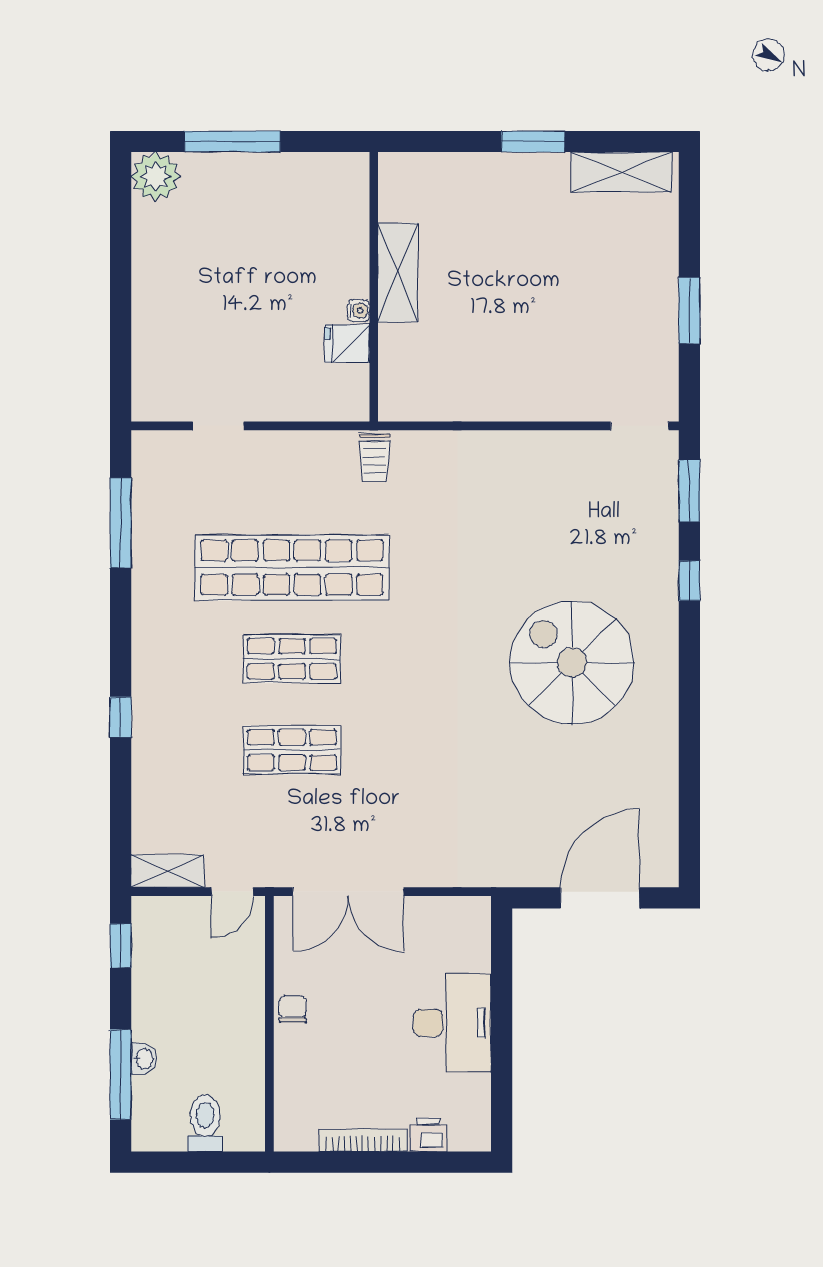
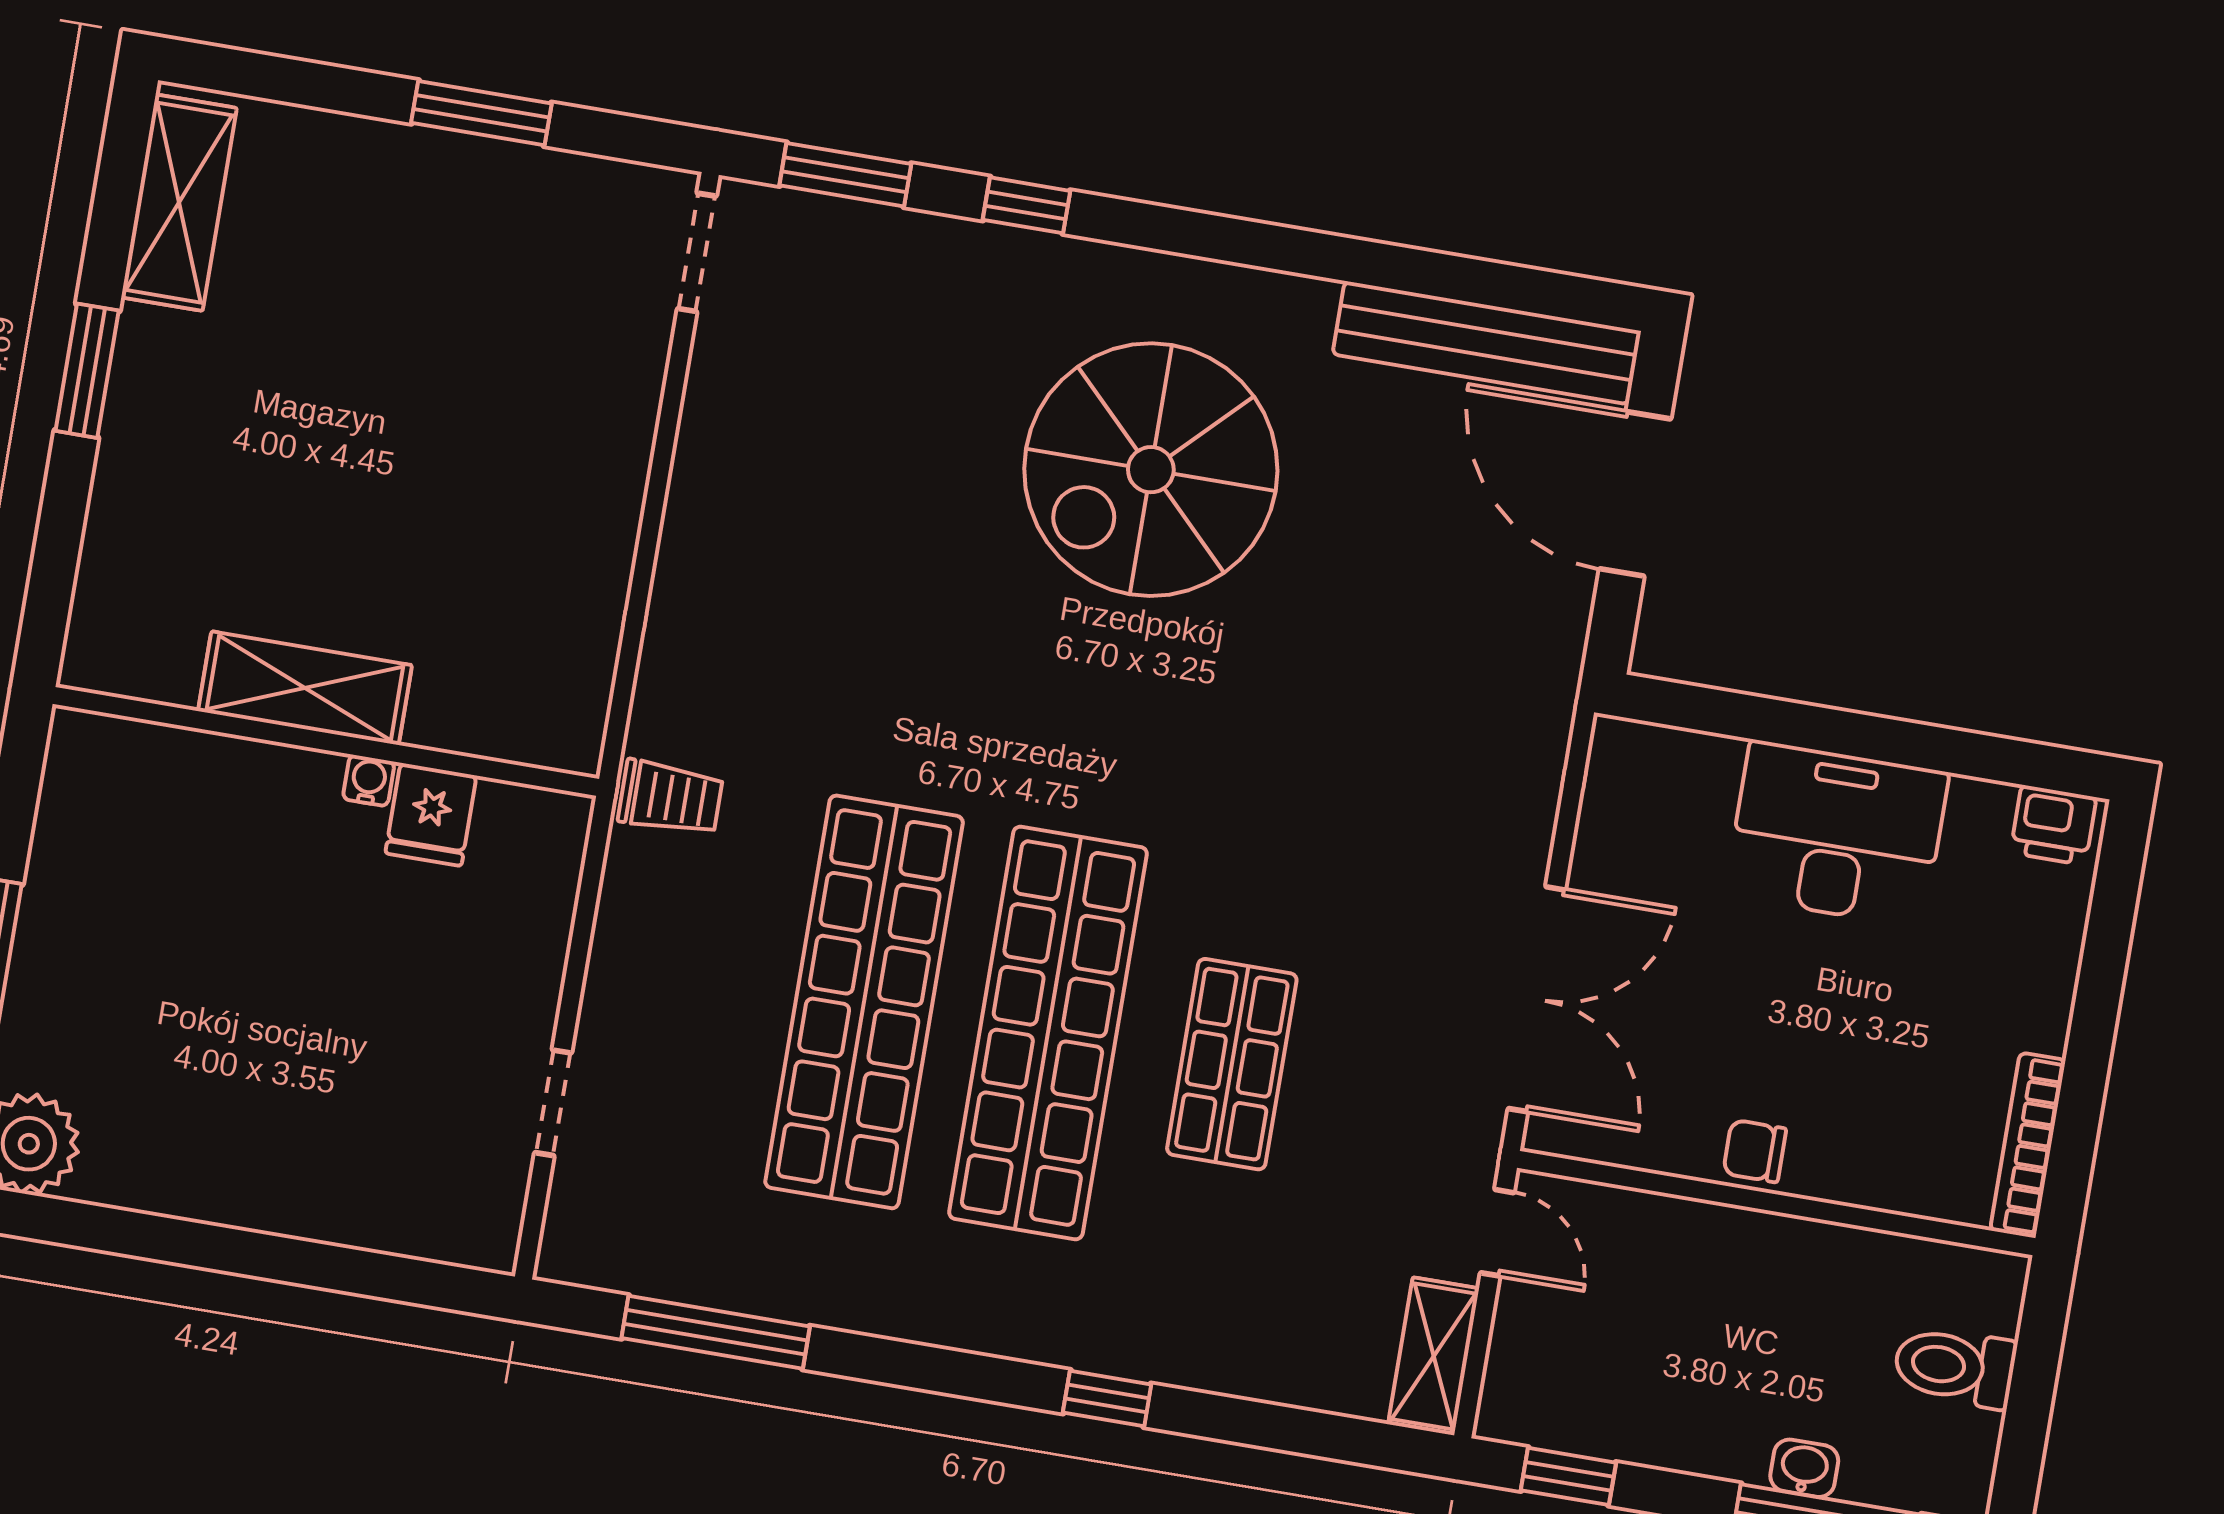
shop shelf: (292, 659) -> (1048, 1033), width x2.00, depth x1.36
bench: (661, 814) -> (1487, 343), added
printer: (428, 1135) -> (2053, 825), moved, turned -90
bookcase: (363, 1140) -> (2028, 1145), moved

